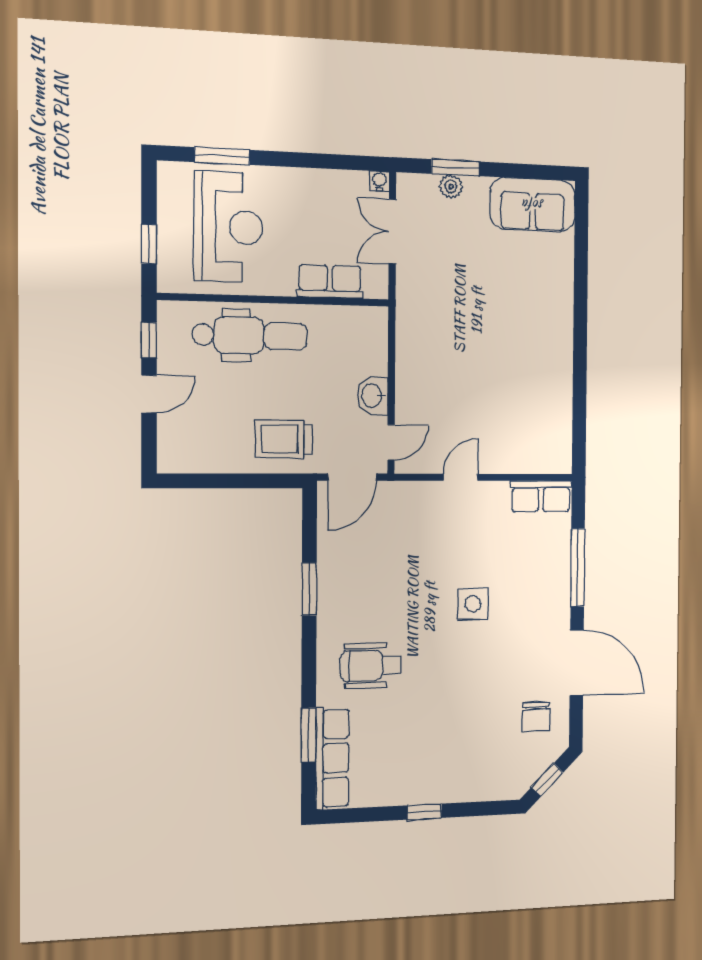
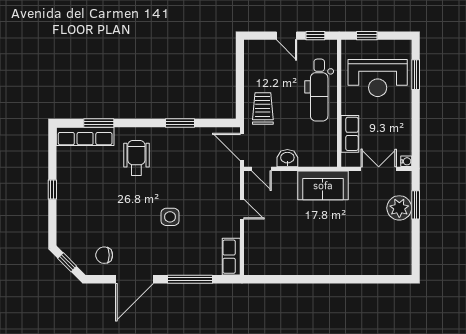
plant: (451, 187) -> (399, 208), width x1.87, depth x1.87
sofa: (533, 205) -> (323, 185), moved, turned -90

